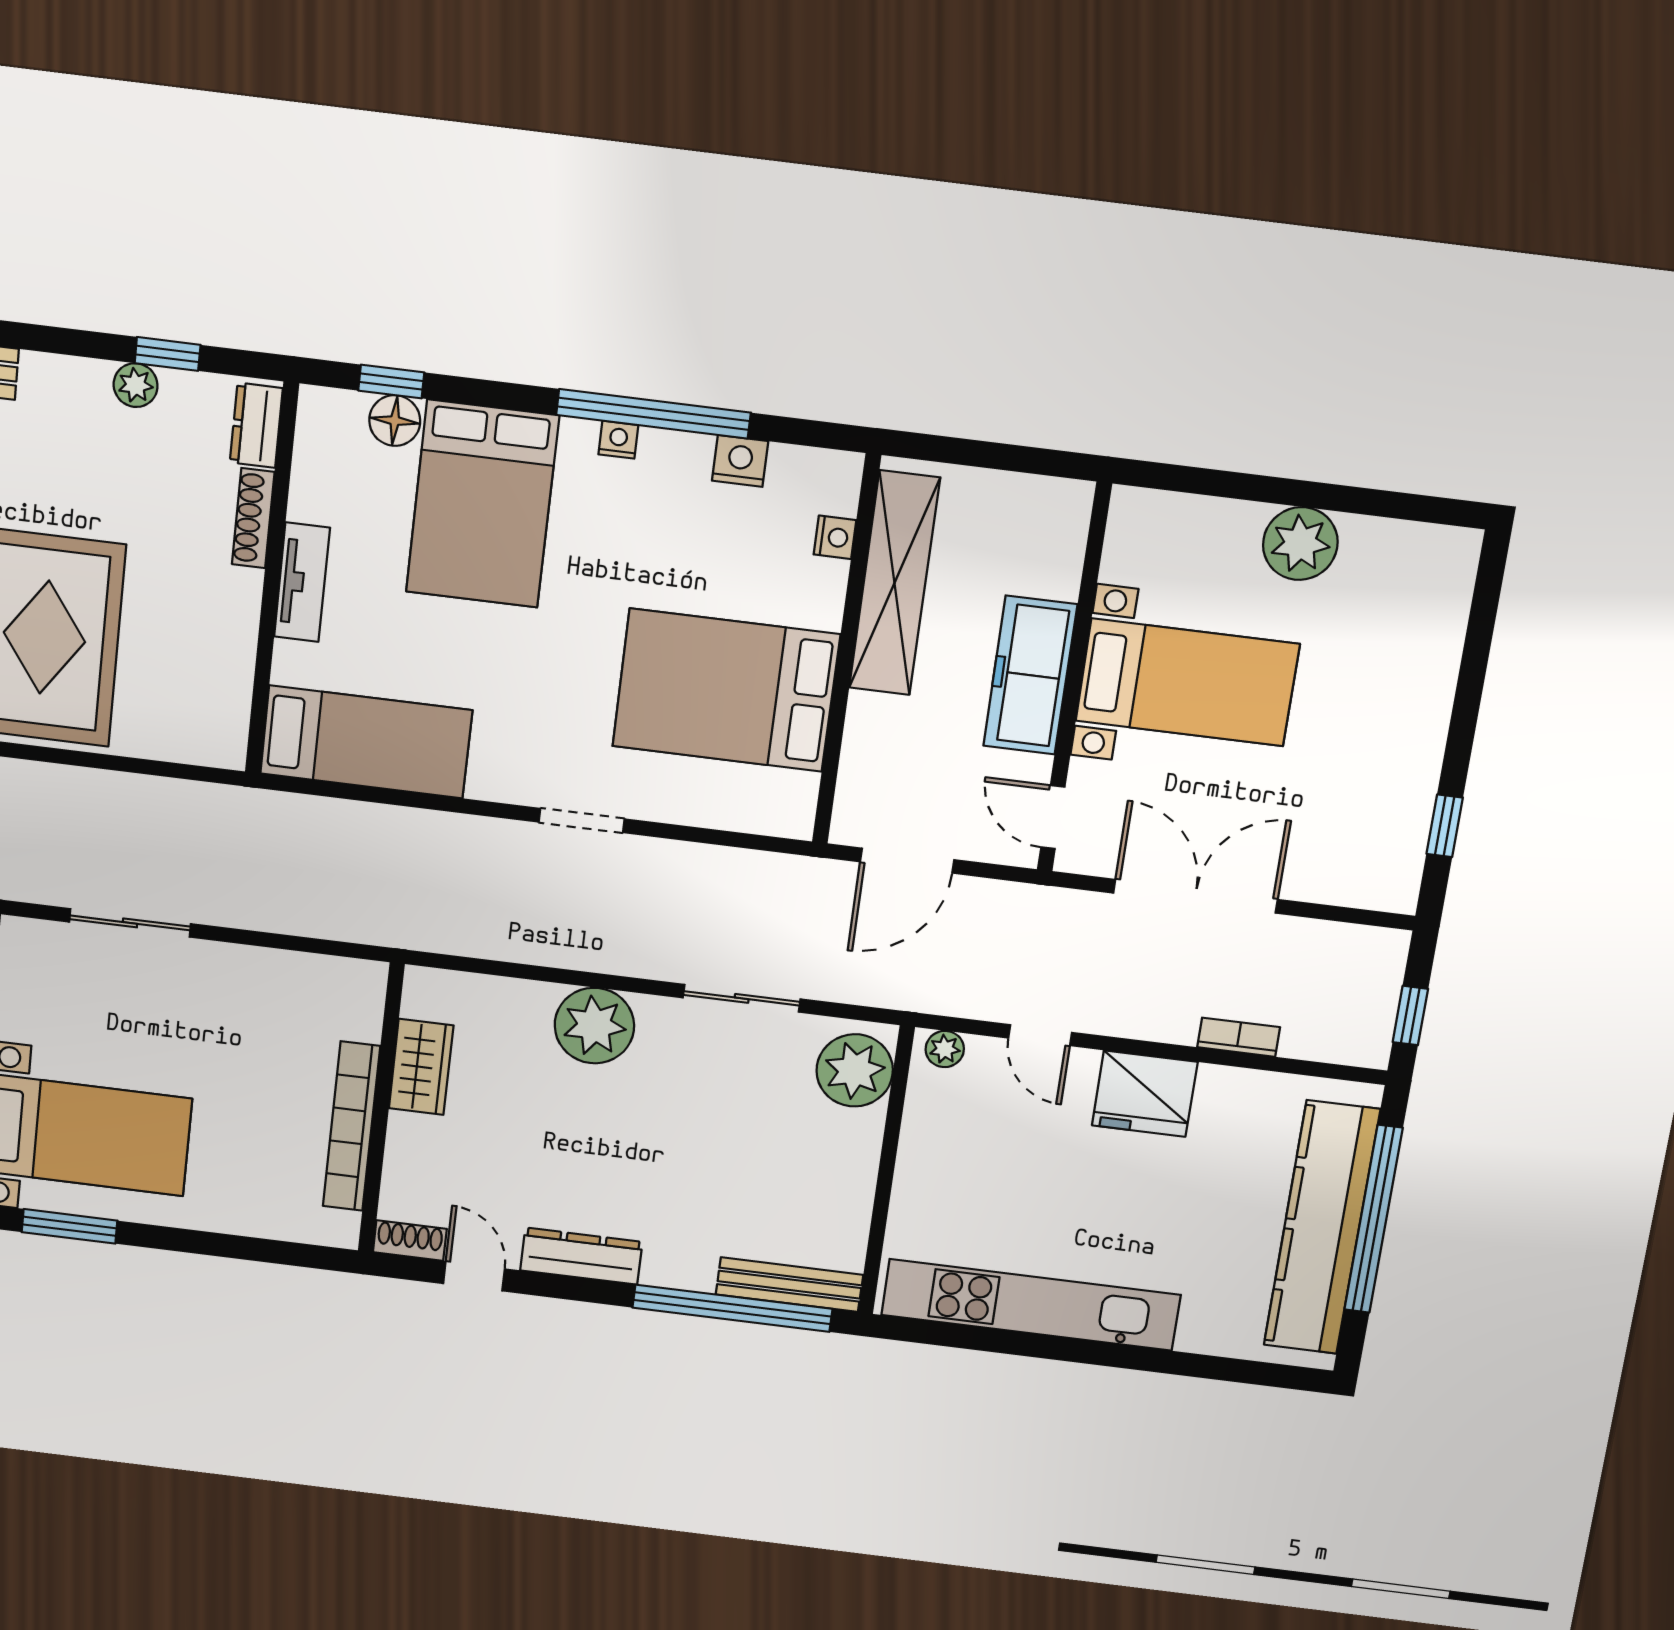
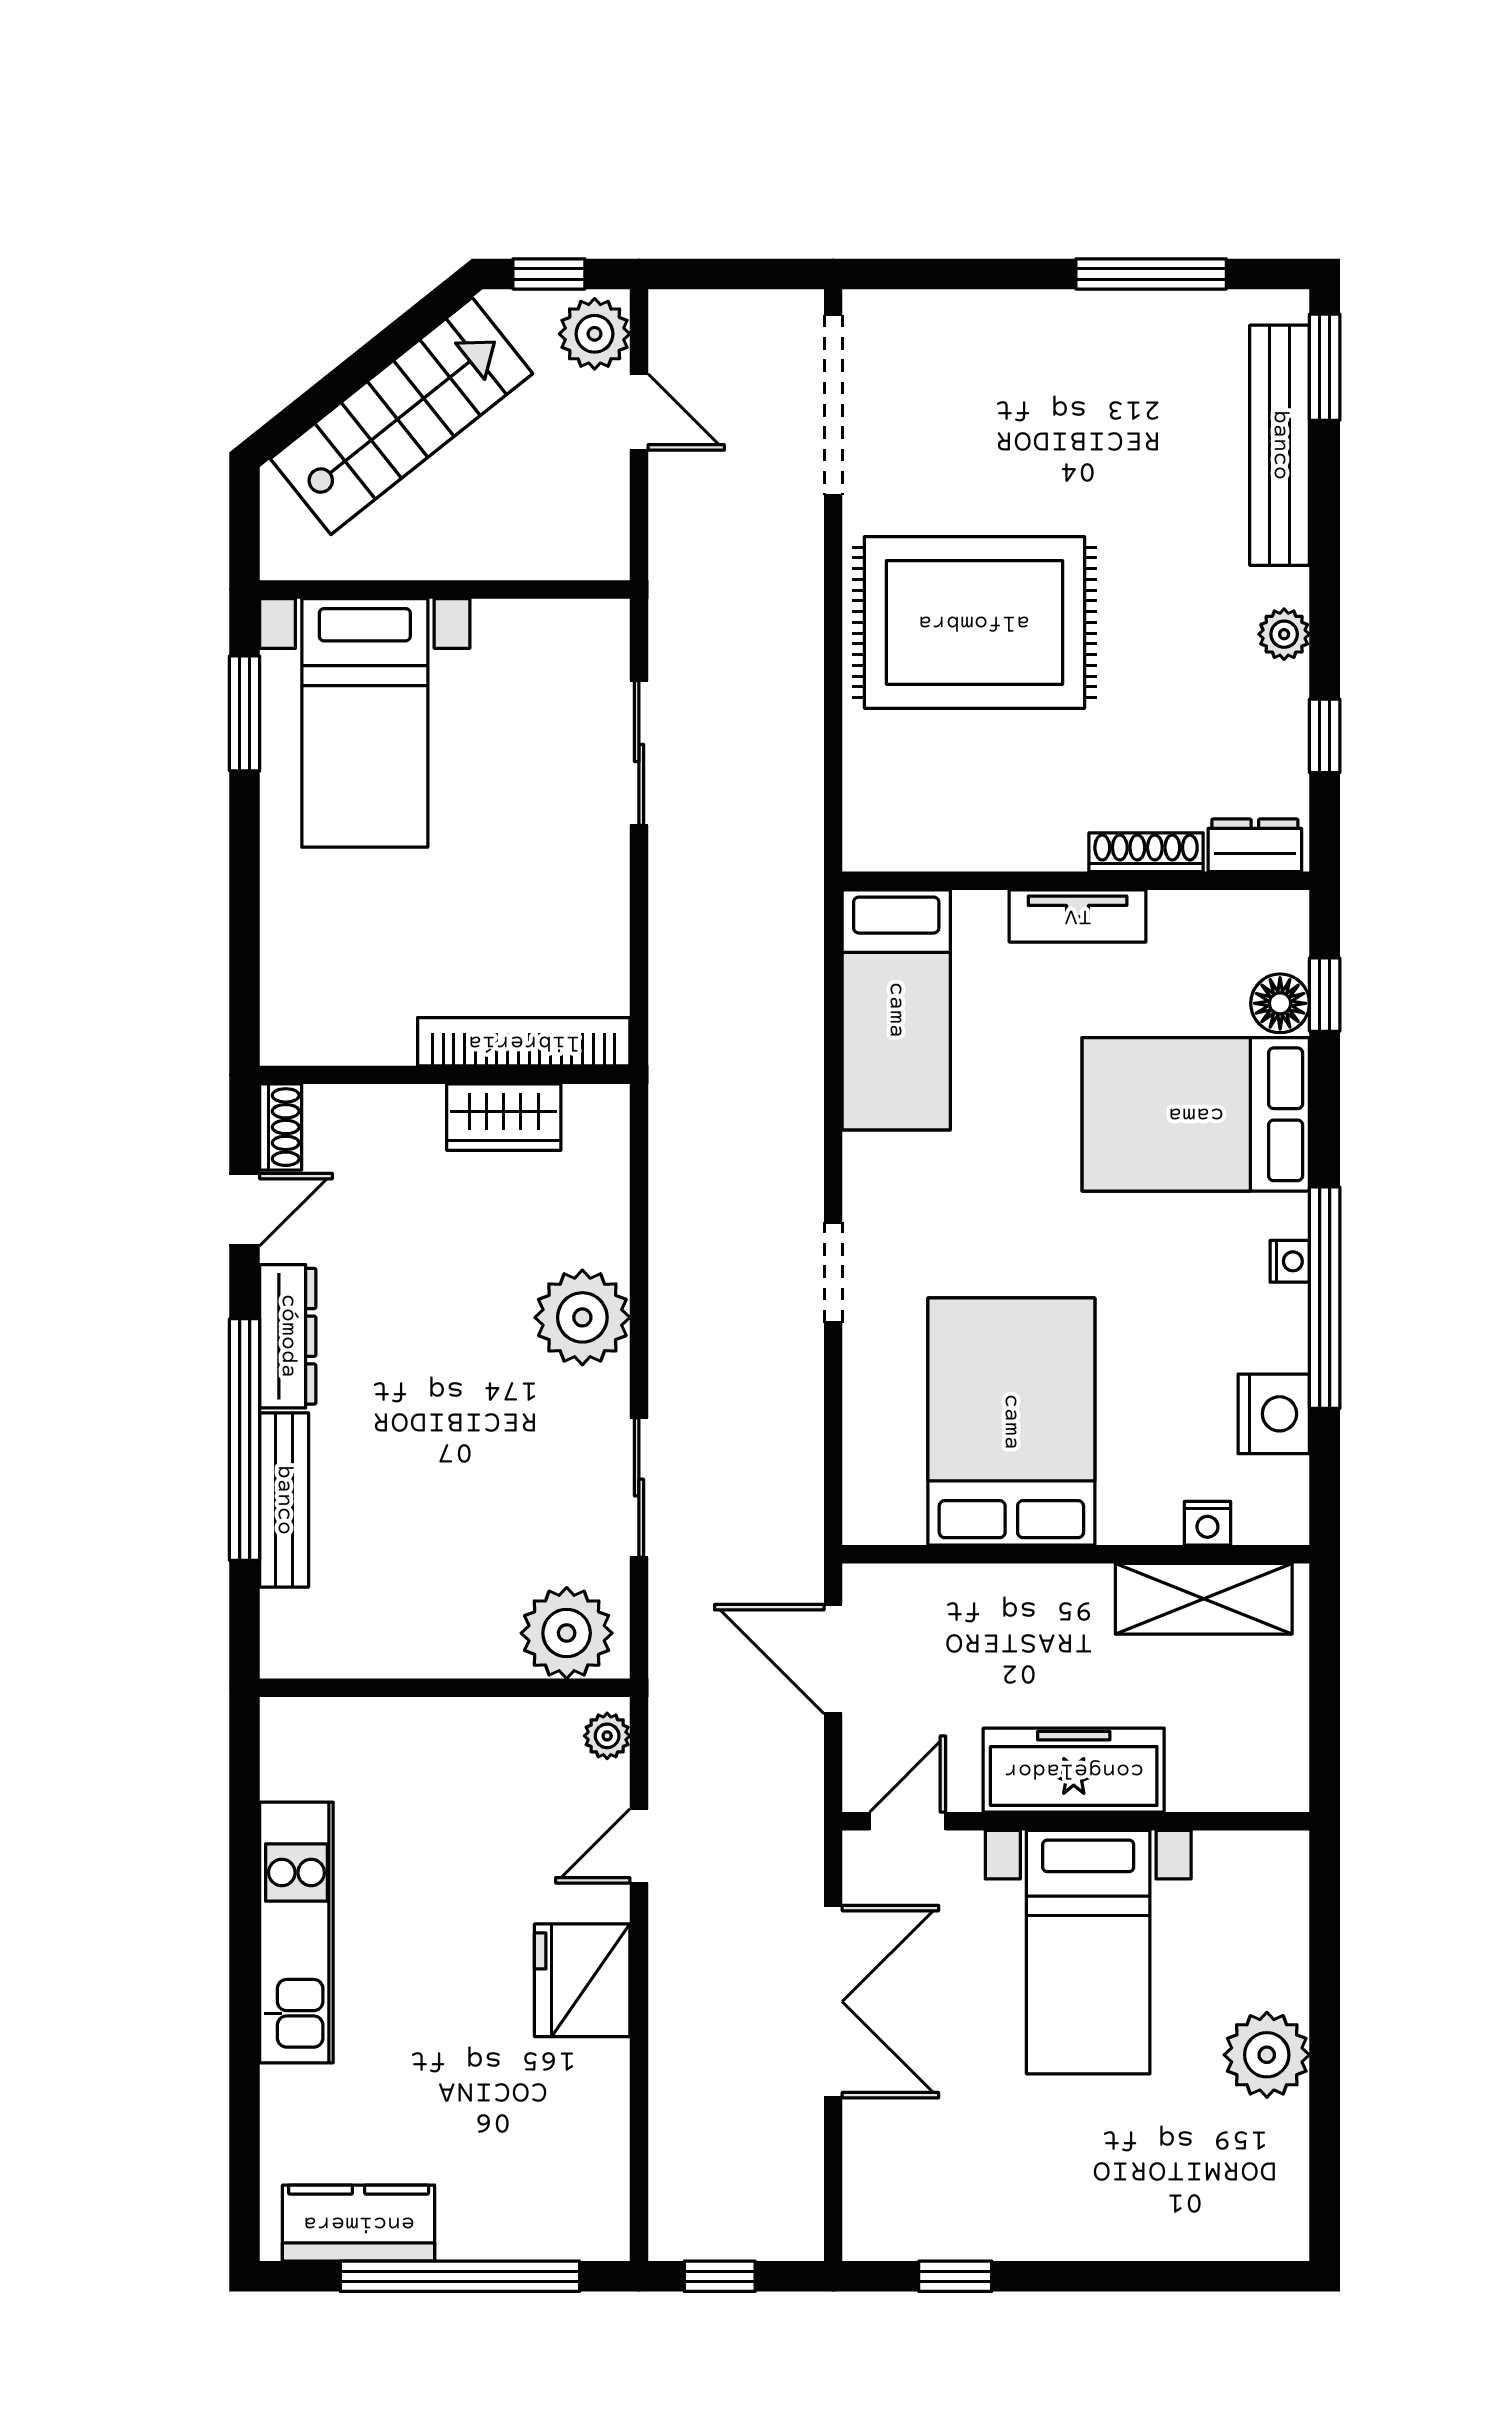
plant: (136, 385) -> (1284, 634), moved
nightstand: (740, 461) -> (1274, 1414), width x1.36, depth x1.33
shelving: (894, 583) -> (1204, 1599), width x0.68
bookcase: (1239, 1037) -> (667, 2080), removed
bookcase: (351, 1126) -> (524, 1042), moved
kitchen counter: (1322, 1228) -> (359, 2223), width x0.48, depth x0.86
bench: (789, 1285) -> (284, 1500), moved
kitchen unit: (1031, 1305) -> (296, 1932), width x0.73
window: (732, 1308) -> (245, 1440), moved

